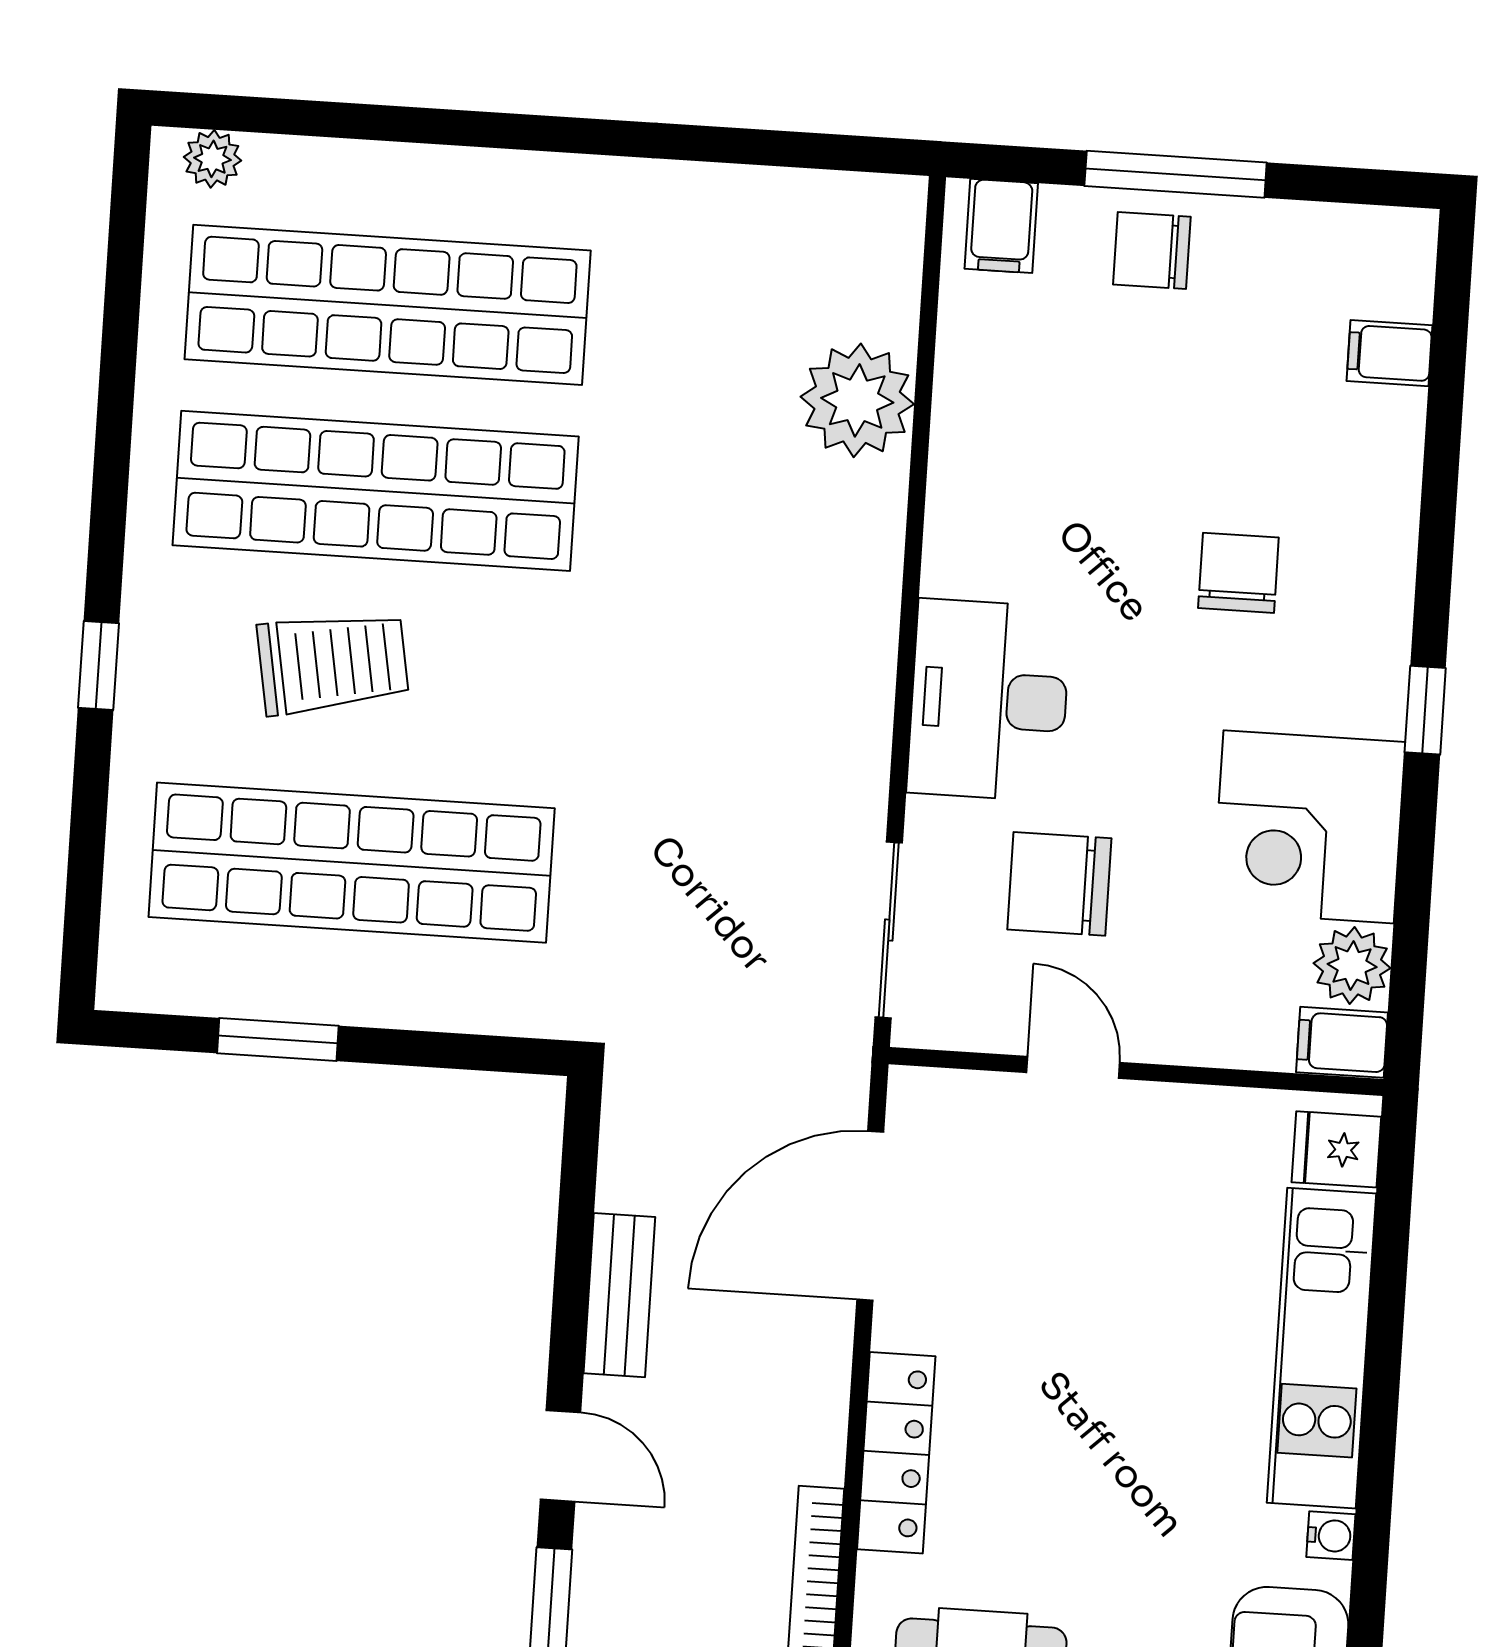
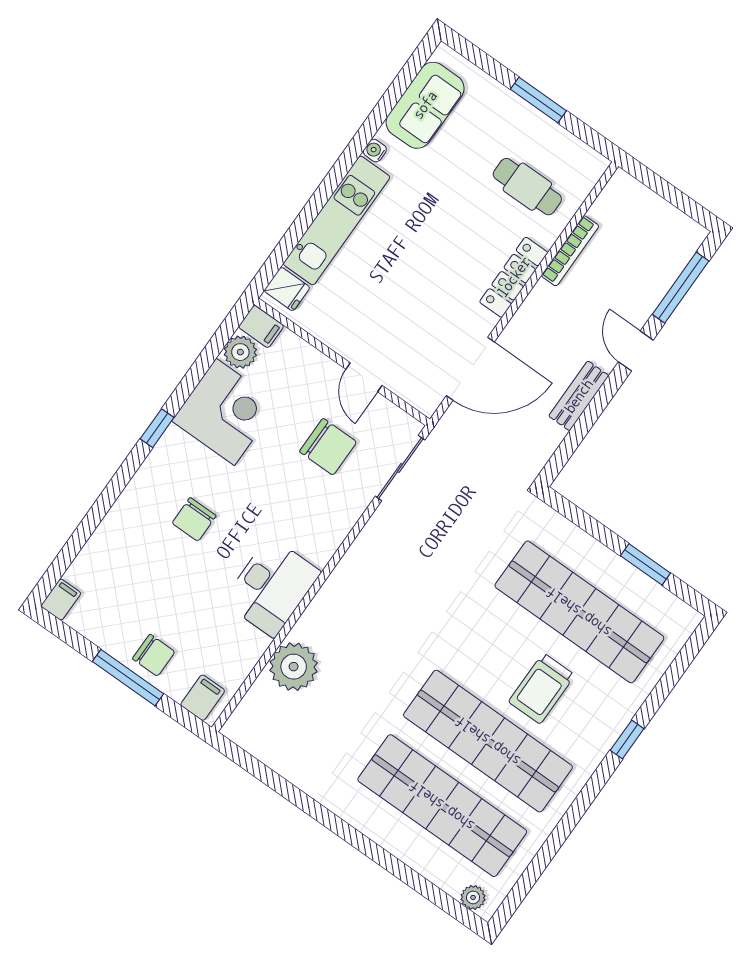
filing cabinet: (1390, 353) -> (61, 600), moved, turned -90
trolley: (333, 663) -> (542, 688), turned -80
desk: (989, 700) -> (272, 587), moved

